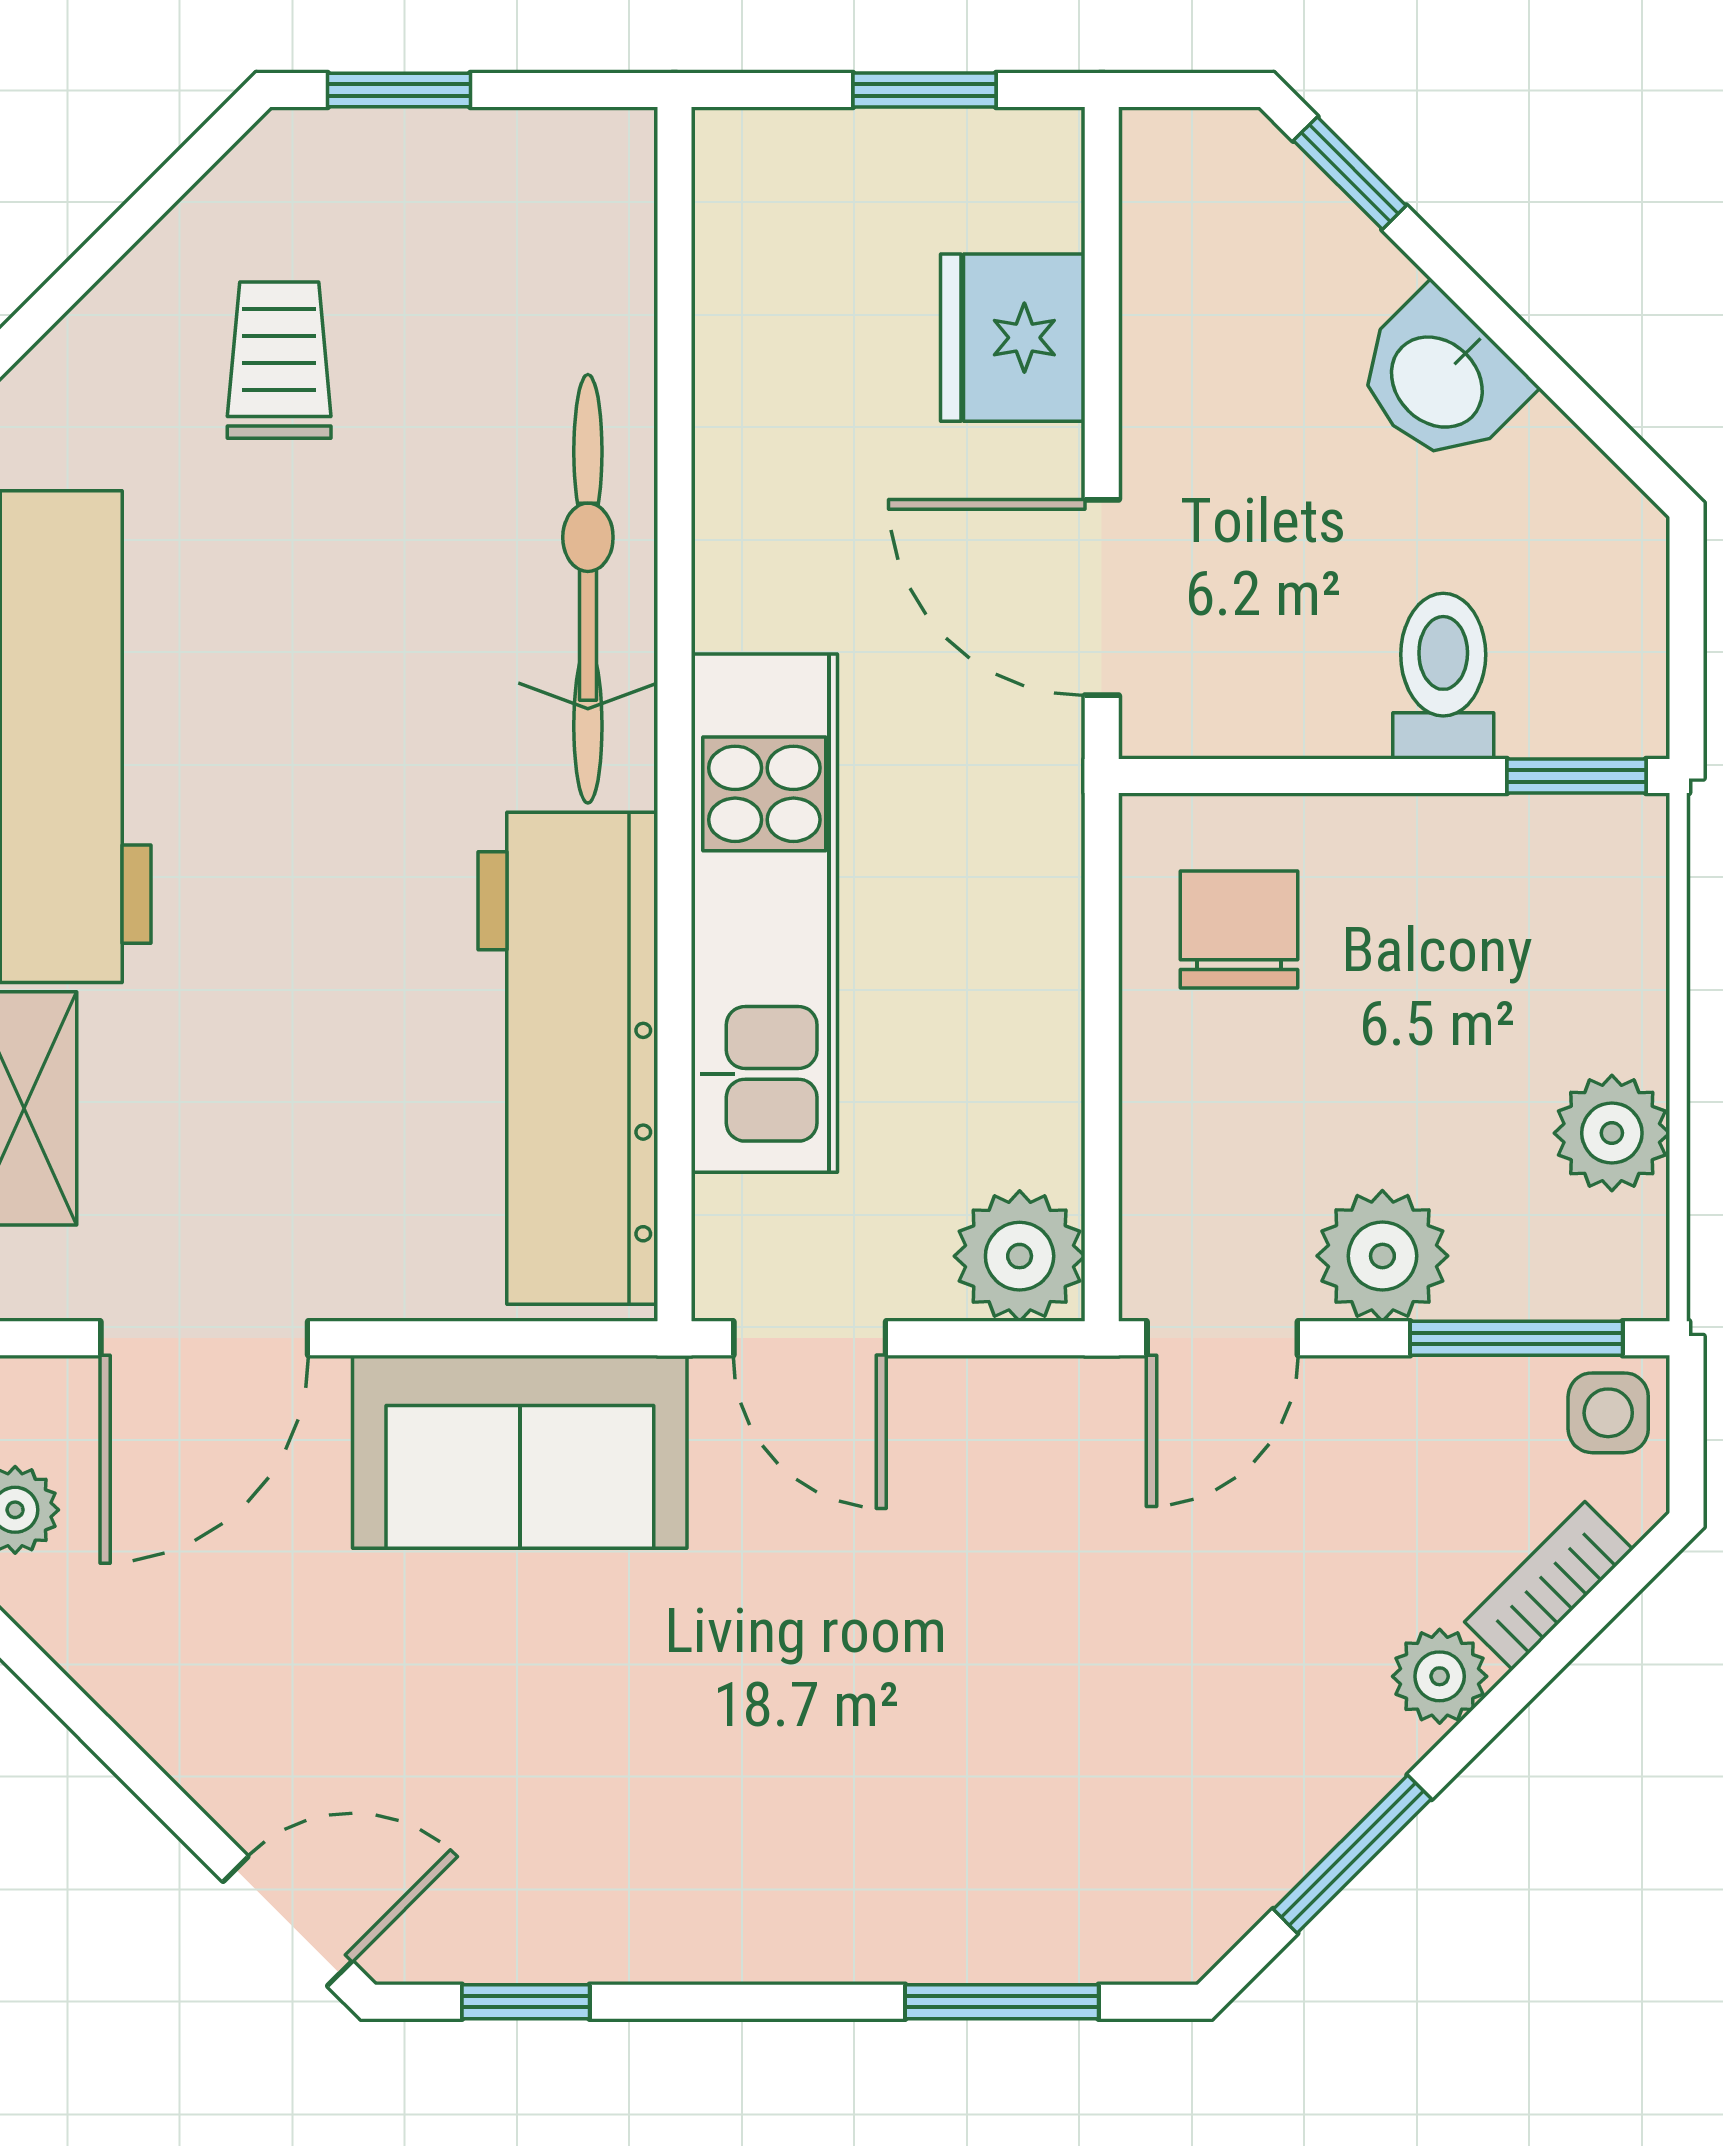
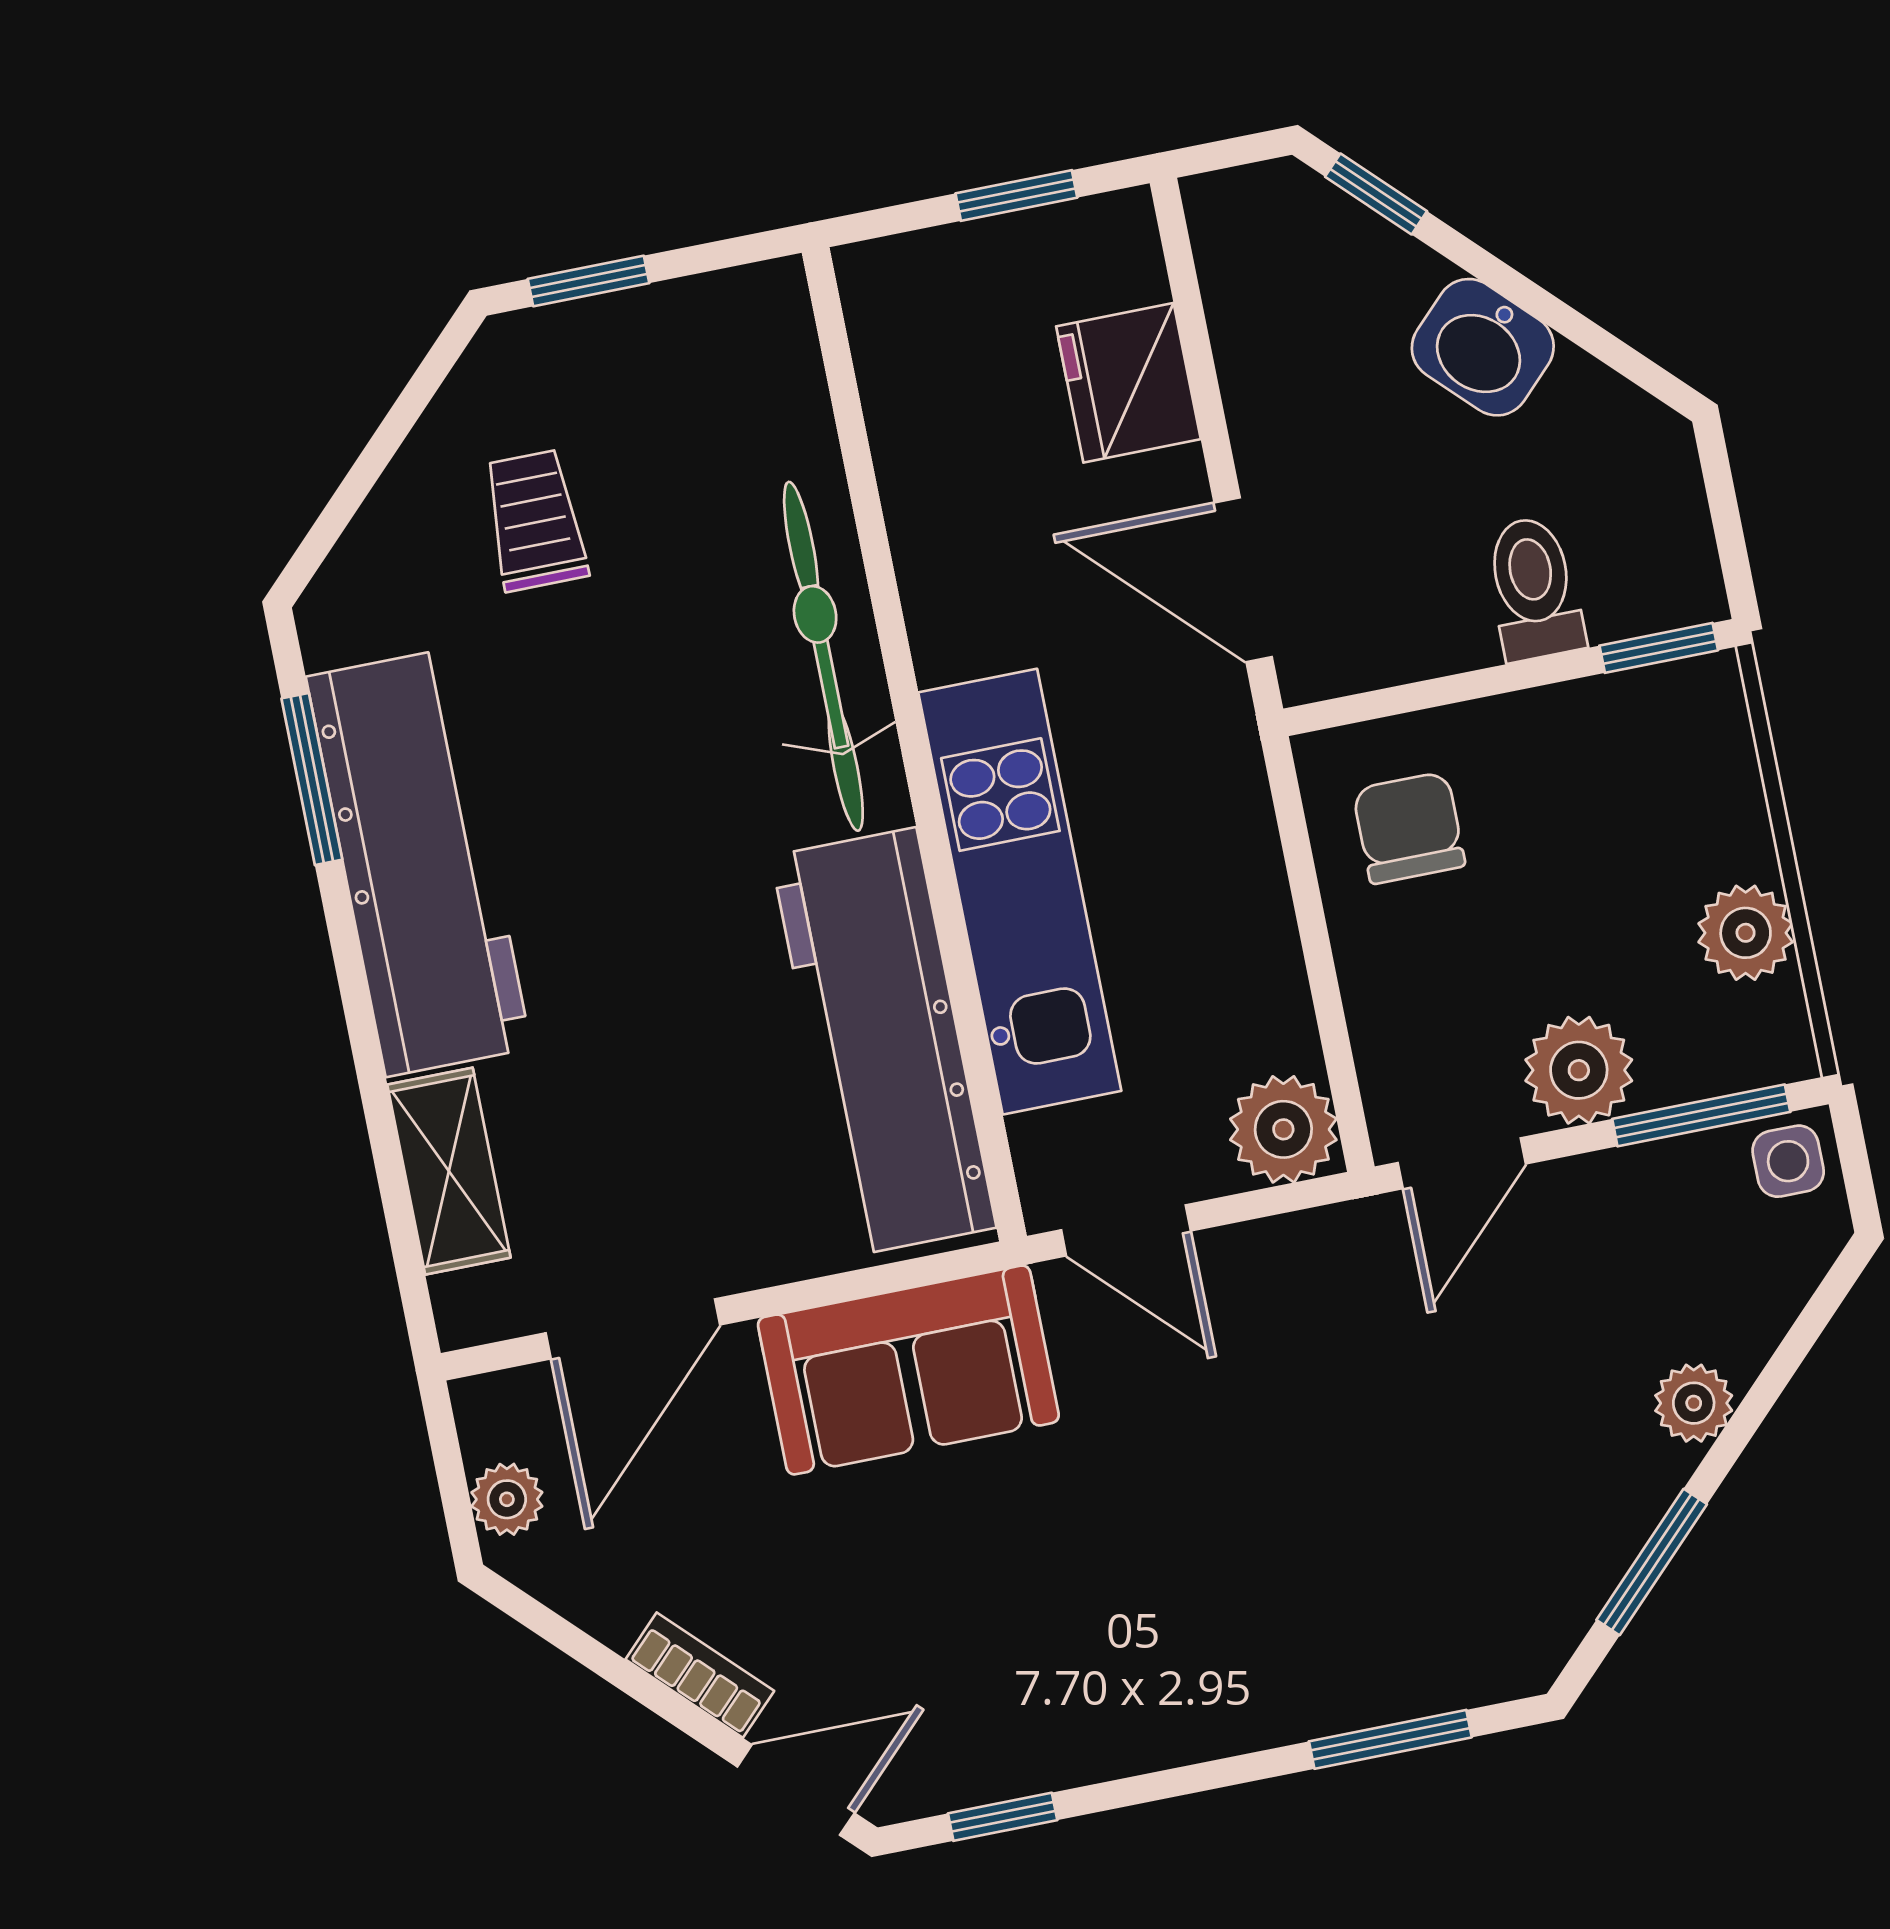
bookcase: (1549, 1586) -> (700, 1675), moved, turned 90

